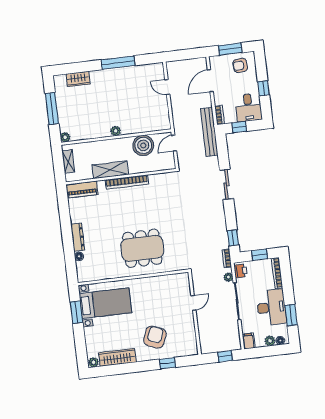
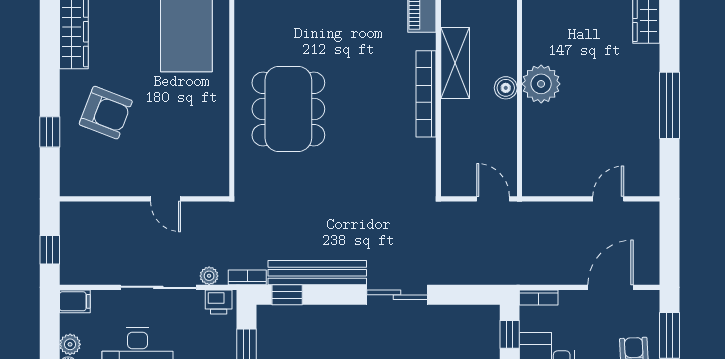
door: (210, 81) -> (611, 287), hinge flipped
plant: (116, 131) -> (541, 84), width x1.88, depth x1.88
bench: (209, 132) -> (317, 273), moved
boiler: (143, 145) -> (506, 88), moved, width x0.54, depth x0.54

